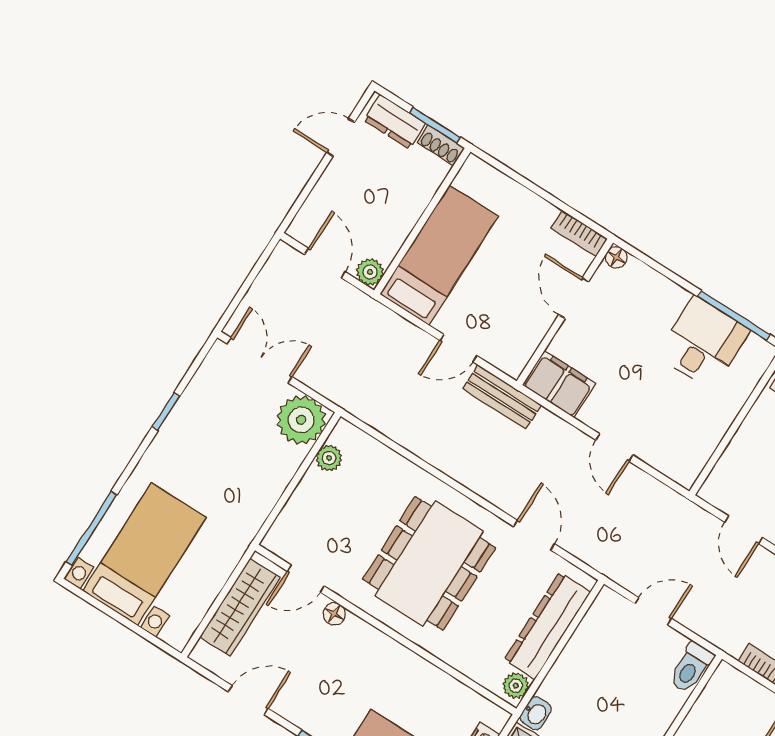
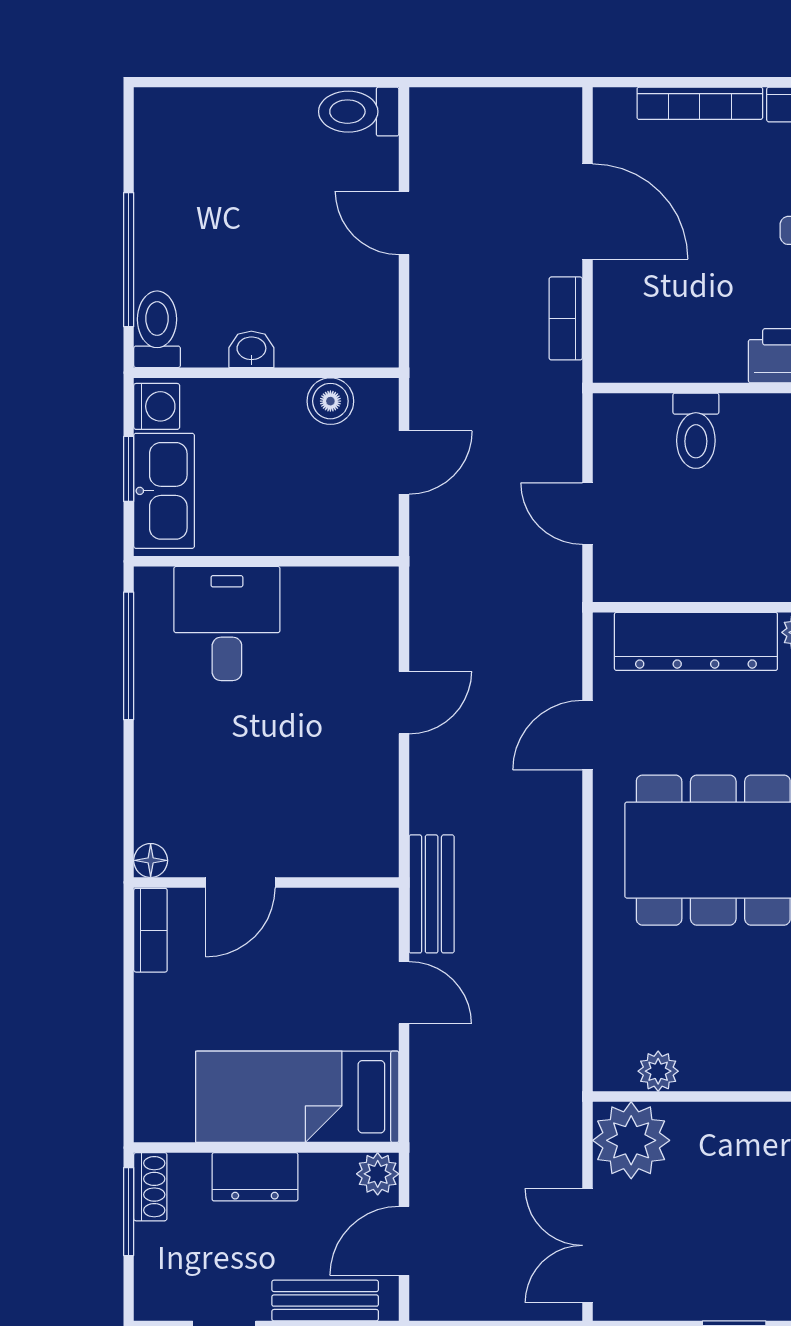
dresser: (395, 122) -> (255, 1177), moved, turned 90
bench: (320, 200) -> (325, 1301), added
desk: (703, 343) -> (227, 624), moved, turned 90
filing cabinet: (559, 384) -> (367, 829), removed
toilet: (691, 668) -> (696, 431), moved, turned 90

